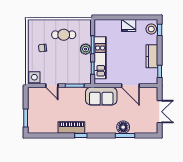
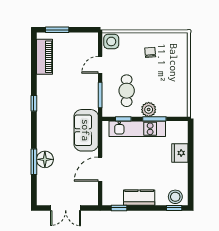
fridge: (129, 26) -> (180, 153), moved
cafe table: (64, 35) -> (127, 91), moved
piano: (71, 128) -> (44, 57), moved

